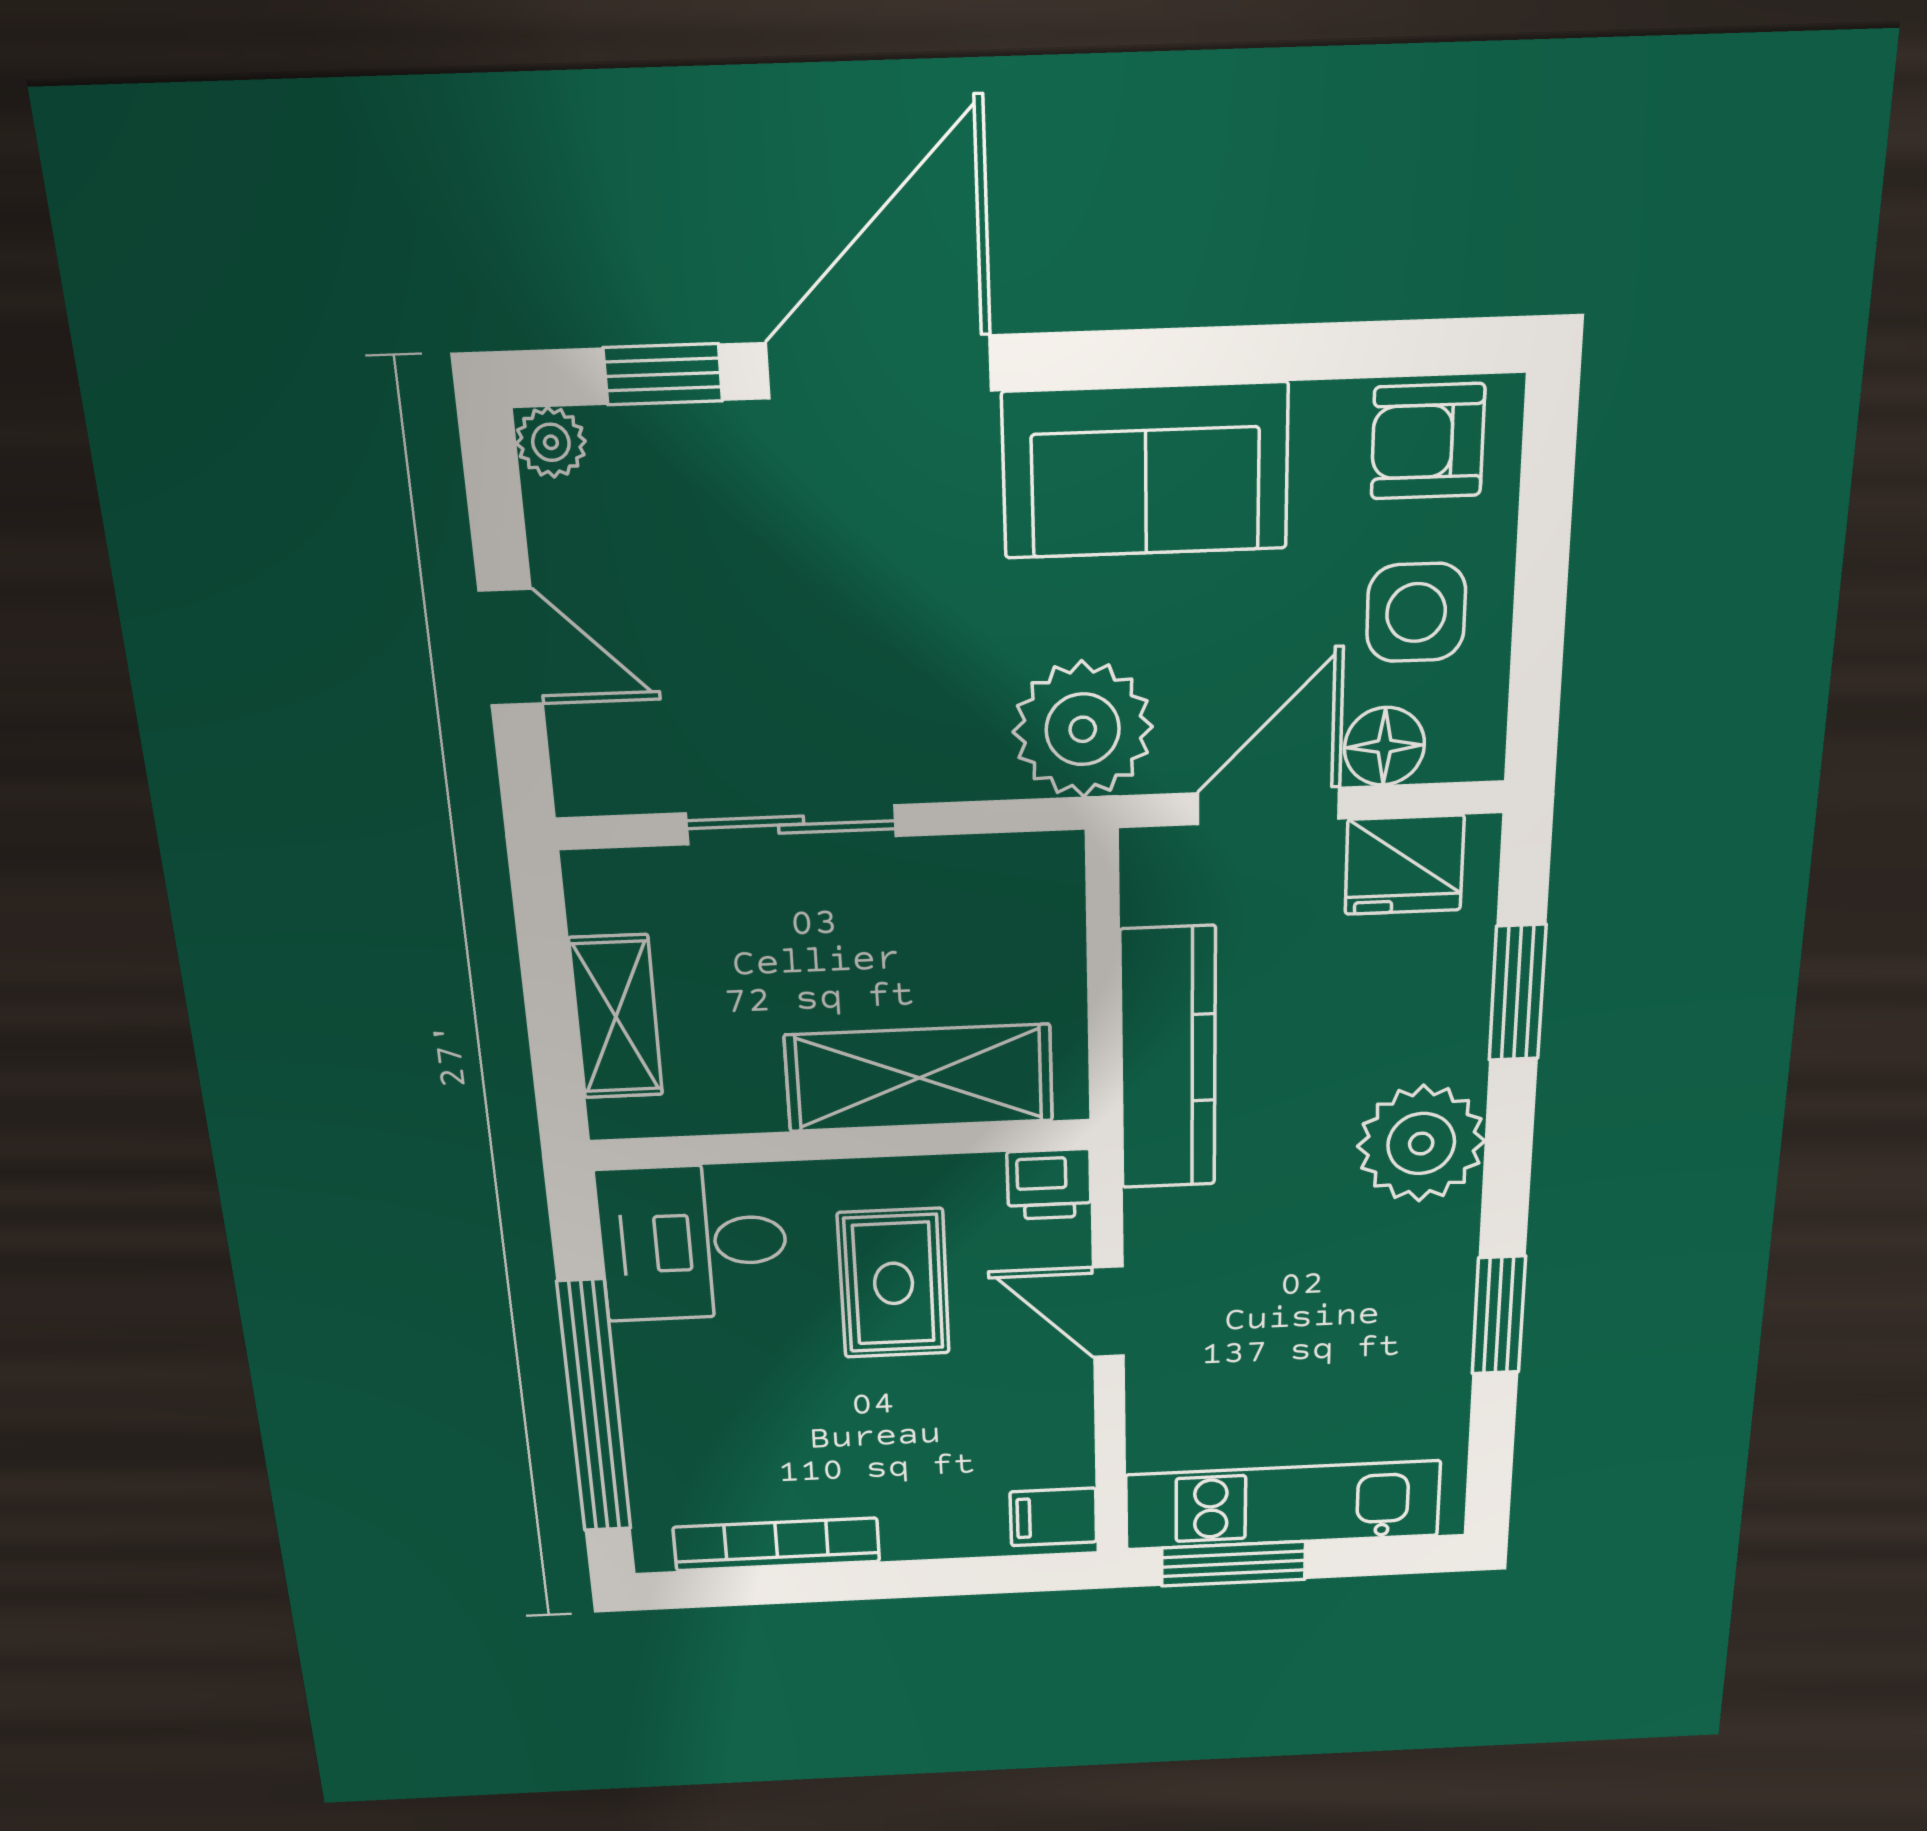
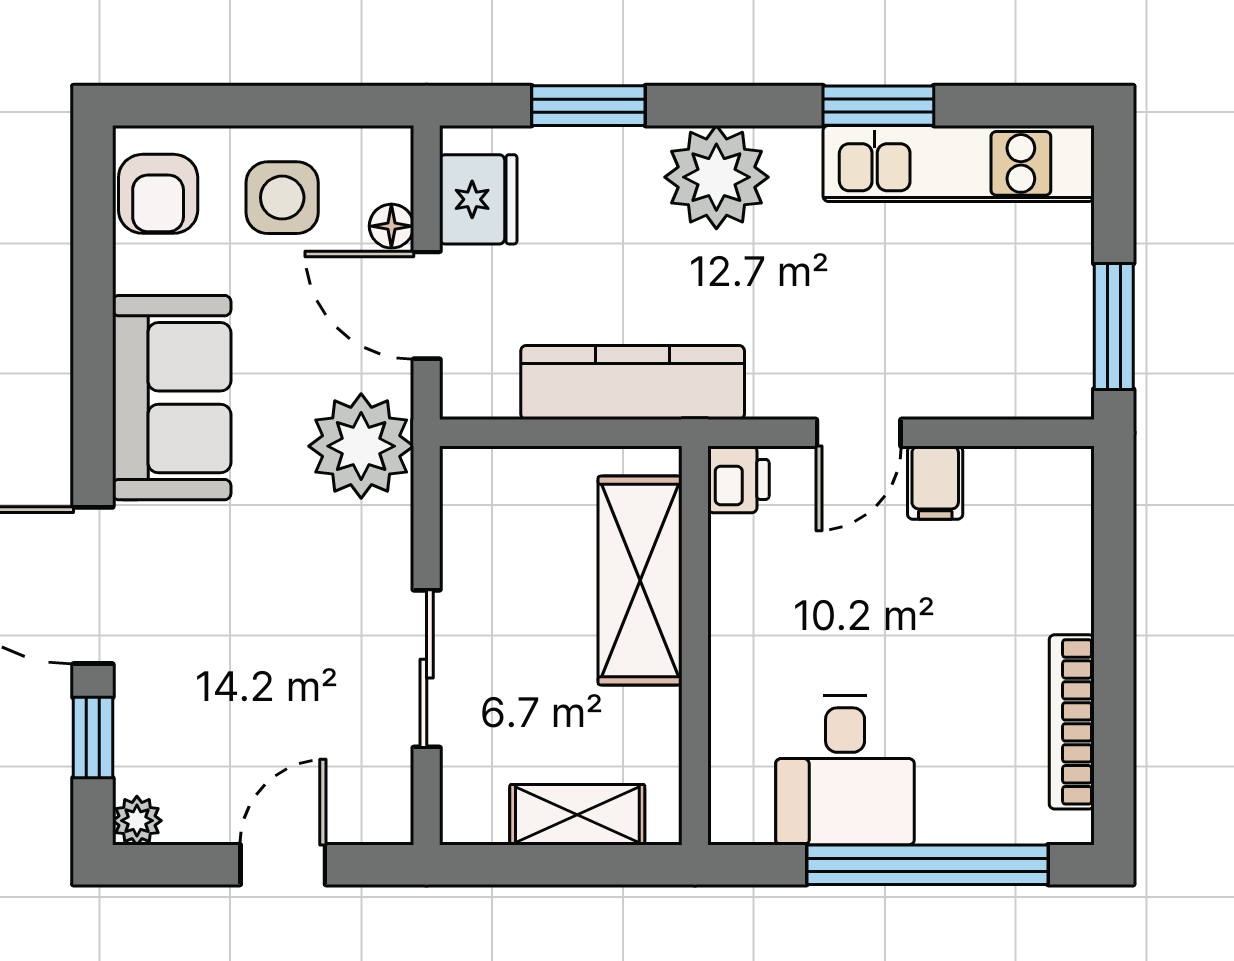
floor lamp: (1384, 746) -> (391, 226), width x0.73, depth x0.73
desk: (693, 1242) -> (845, 770), moved
rug: (894, 1283) -> (823, 609), removed
kitchen unit: (1283, 1505) -> (959, 163), moved, turned -90
filing cabinet: (1053, 1517) -> (935, 483), moved

